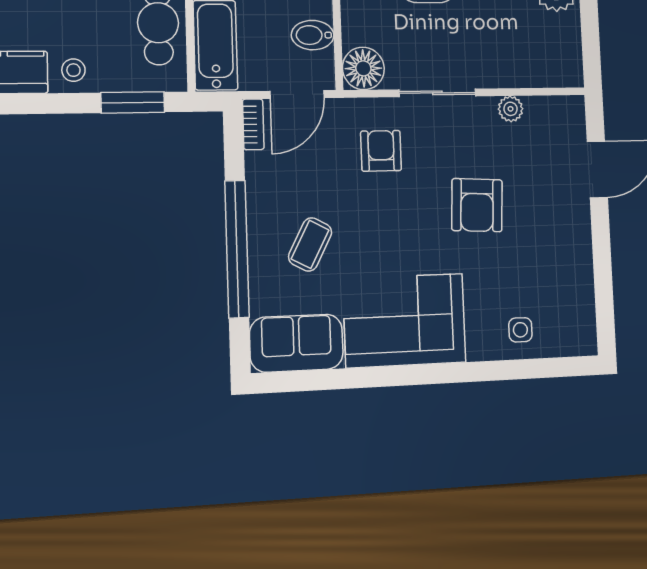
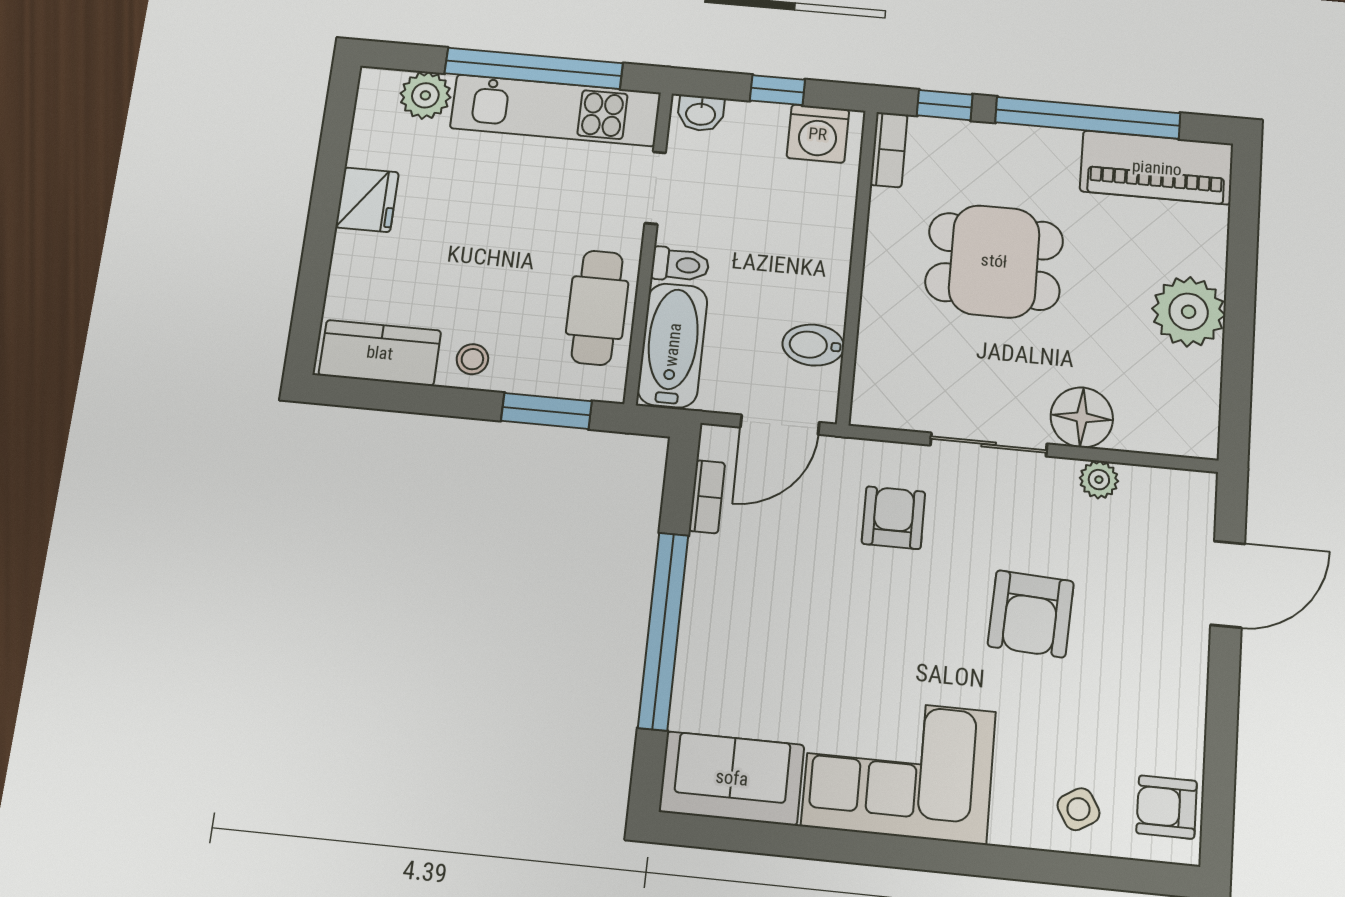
floor lamp: (363, 68) -> (1082, 417), moved
bookcase: (253, 124) -> (707, 497), moved
coffee table: (310, 244) -> (771, 638), removed
armchair: (574, 320) -> (1167, 807), added
side table: (520, 330) -> (1078, 809), turned -31

